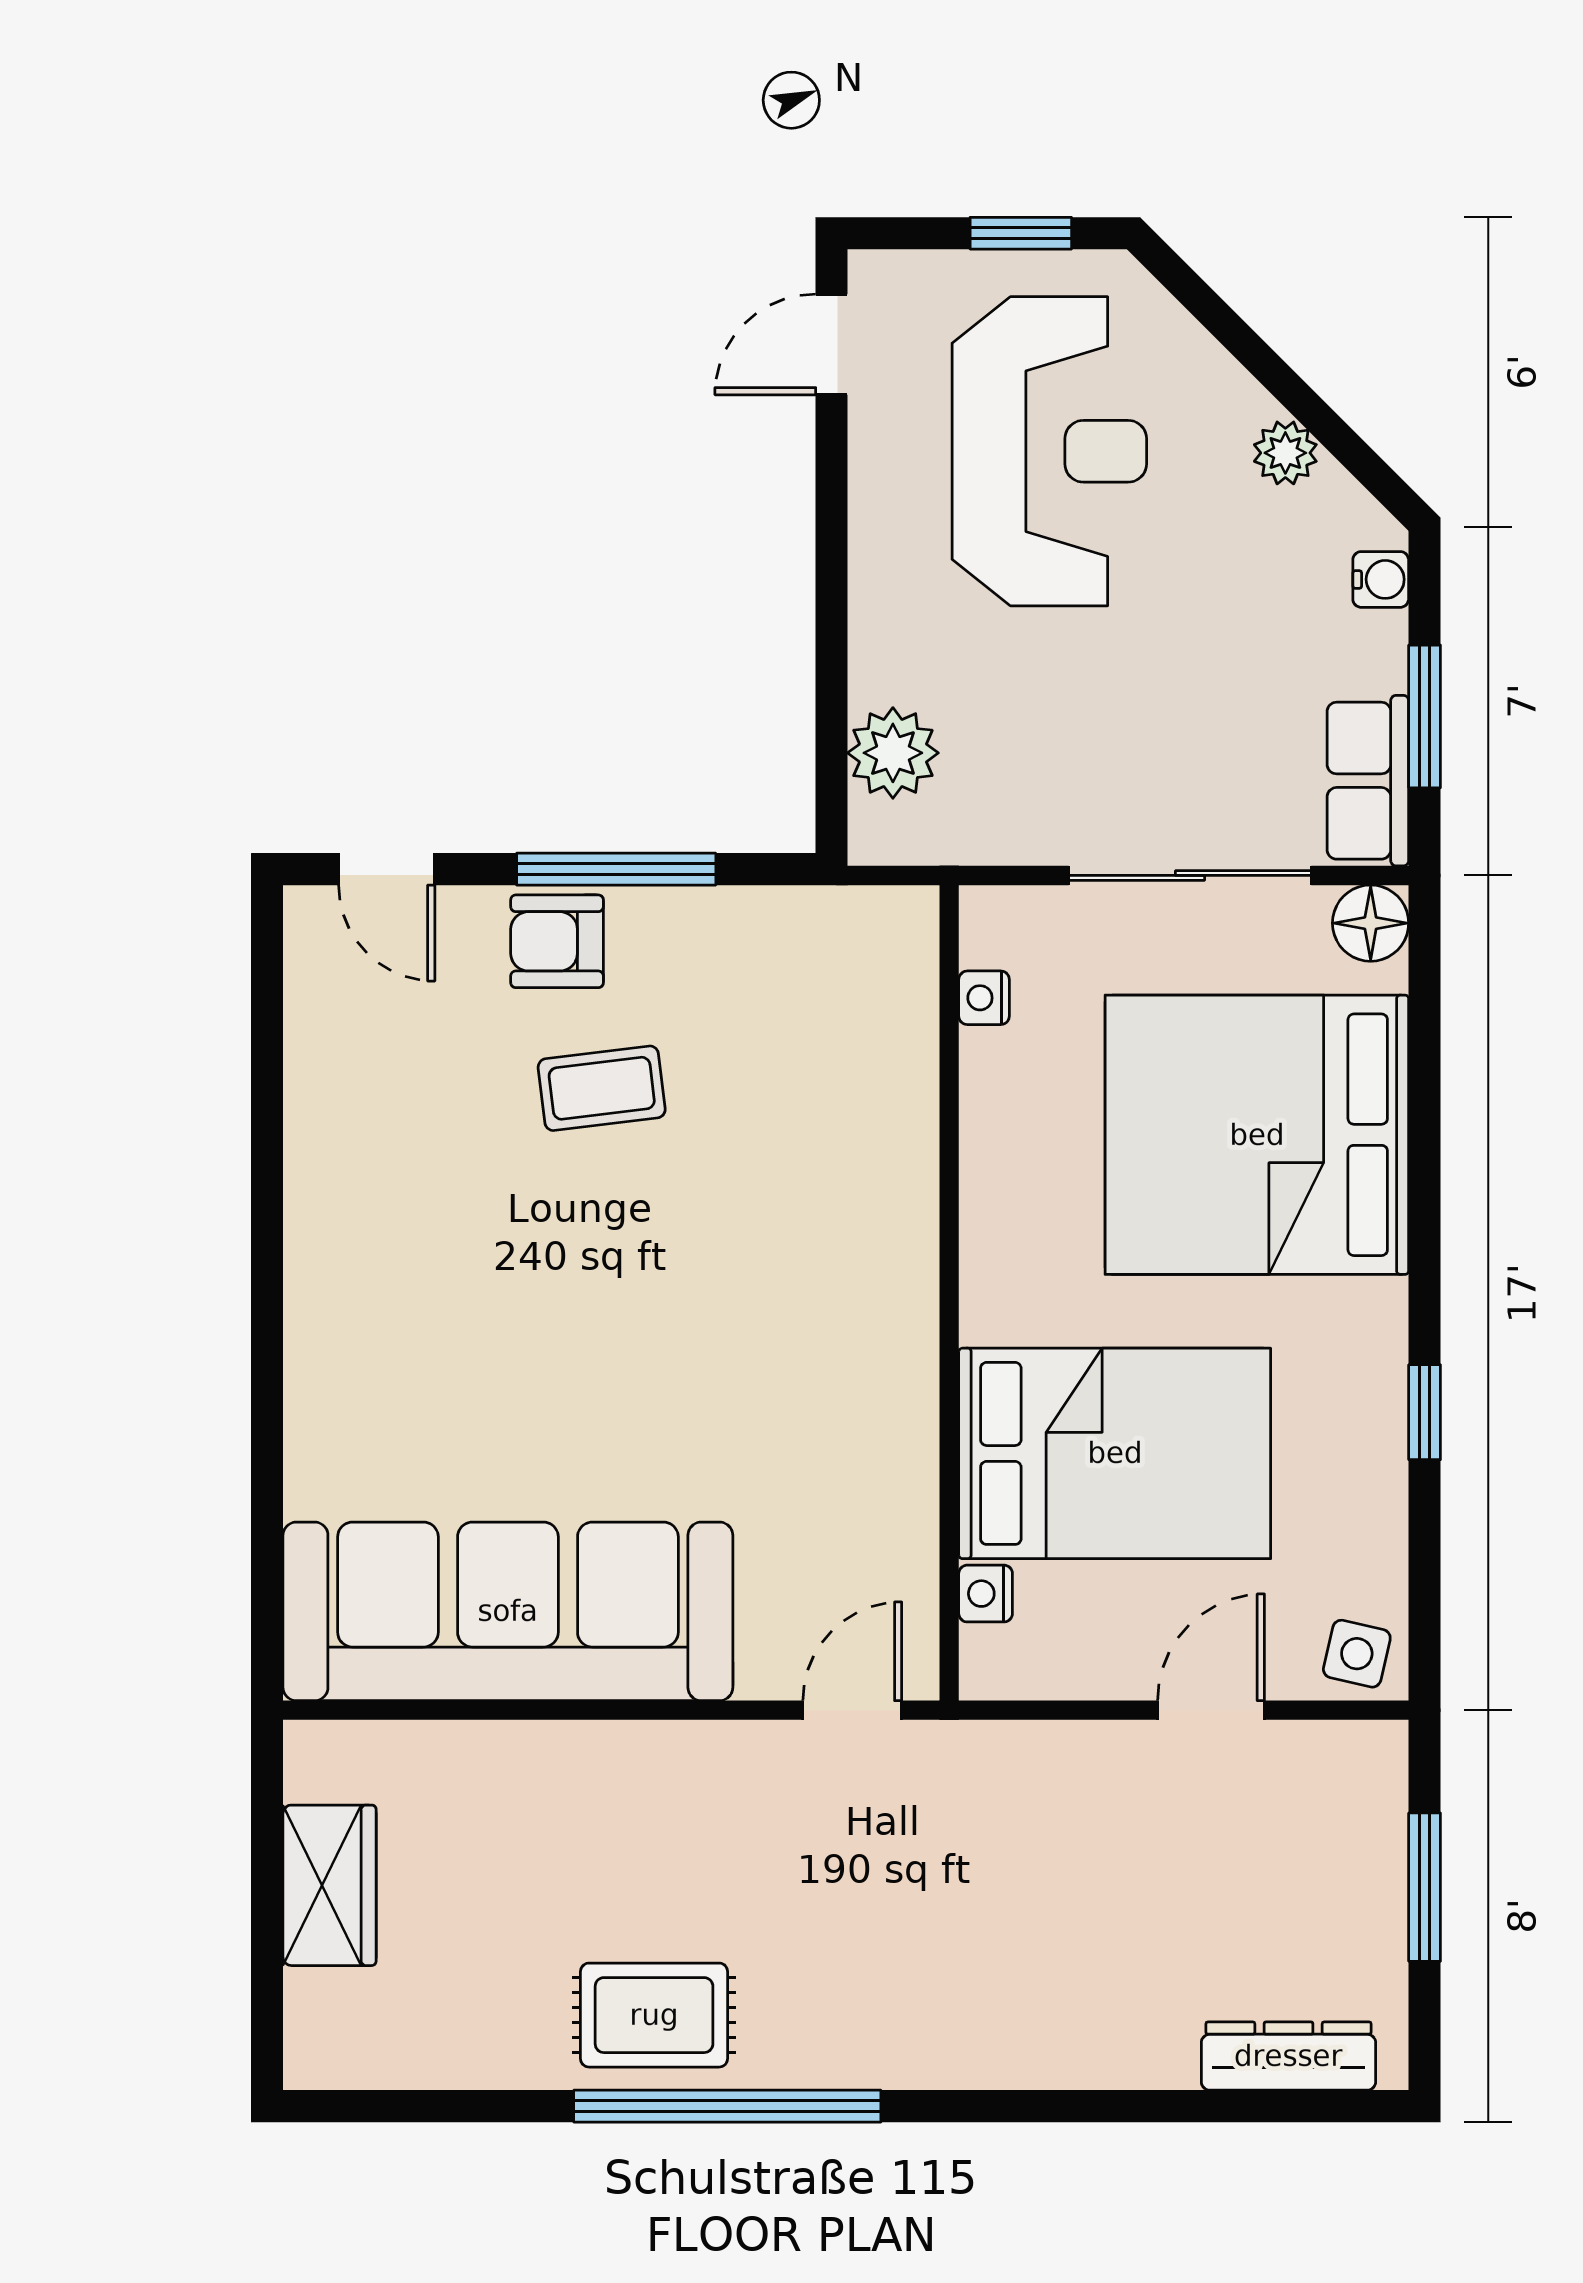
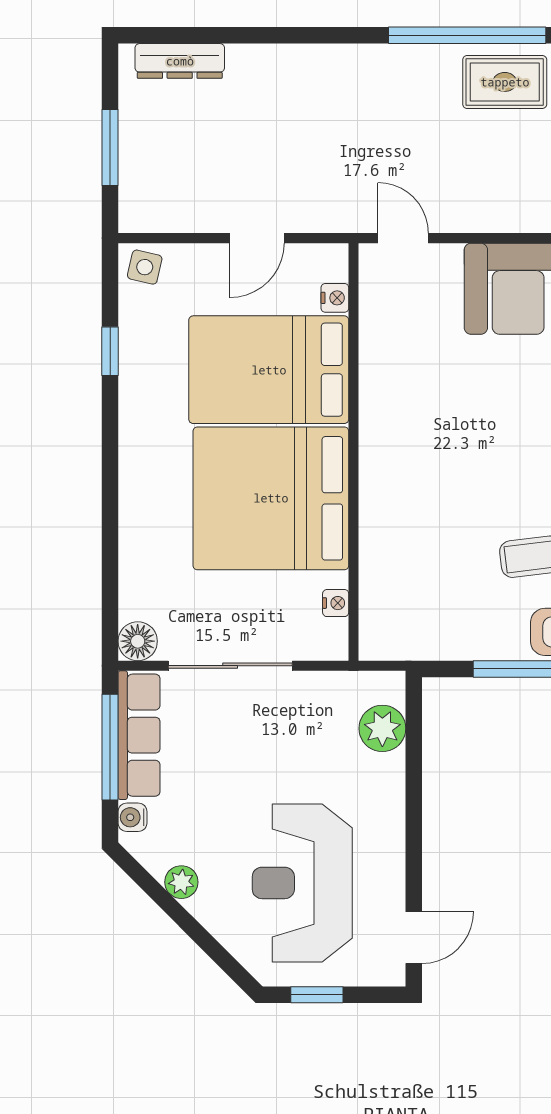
window: (1425, 716) -> (110, 747), width x1.44
row of seats: (1368, 781) -> (139, 735), width x1.48
bed: (1257, 1135) -> (271, 498), moved, turned 180
window: (1425, 1412) -> (110, 351), moved
door: (852, 1710) -> (403, 238), swing flipped
door: (1211, 1710) -> (257, 238), moved

